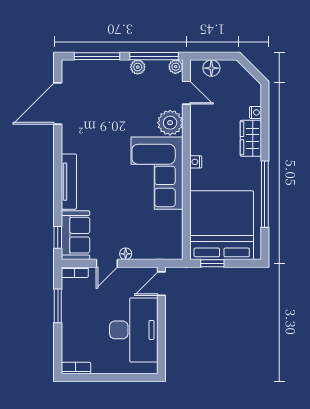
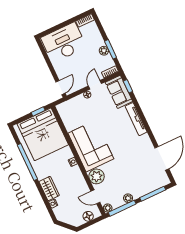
plant: (69, 309) -> (104, 51), added
desk: (134, 330) -> (64, 43), moved, turned 90

